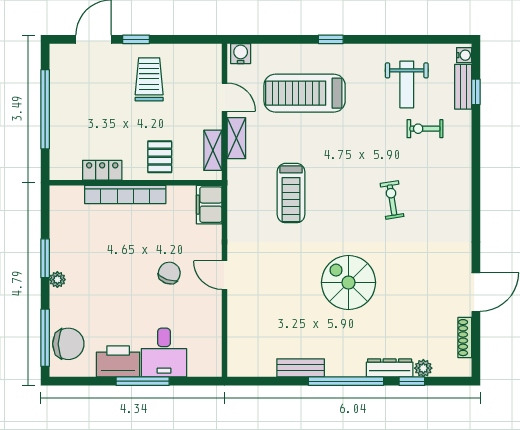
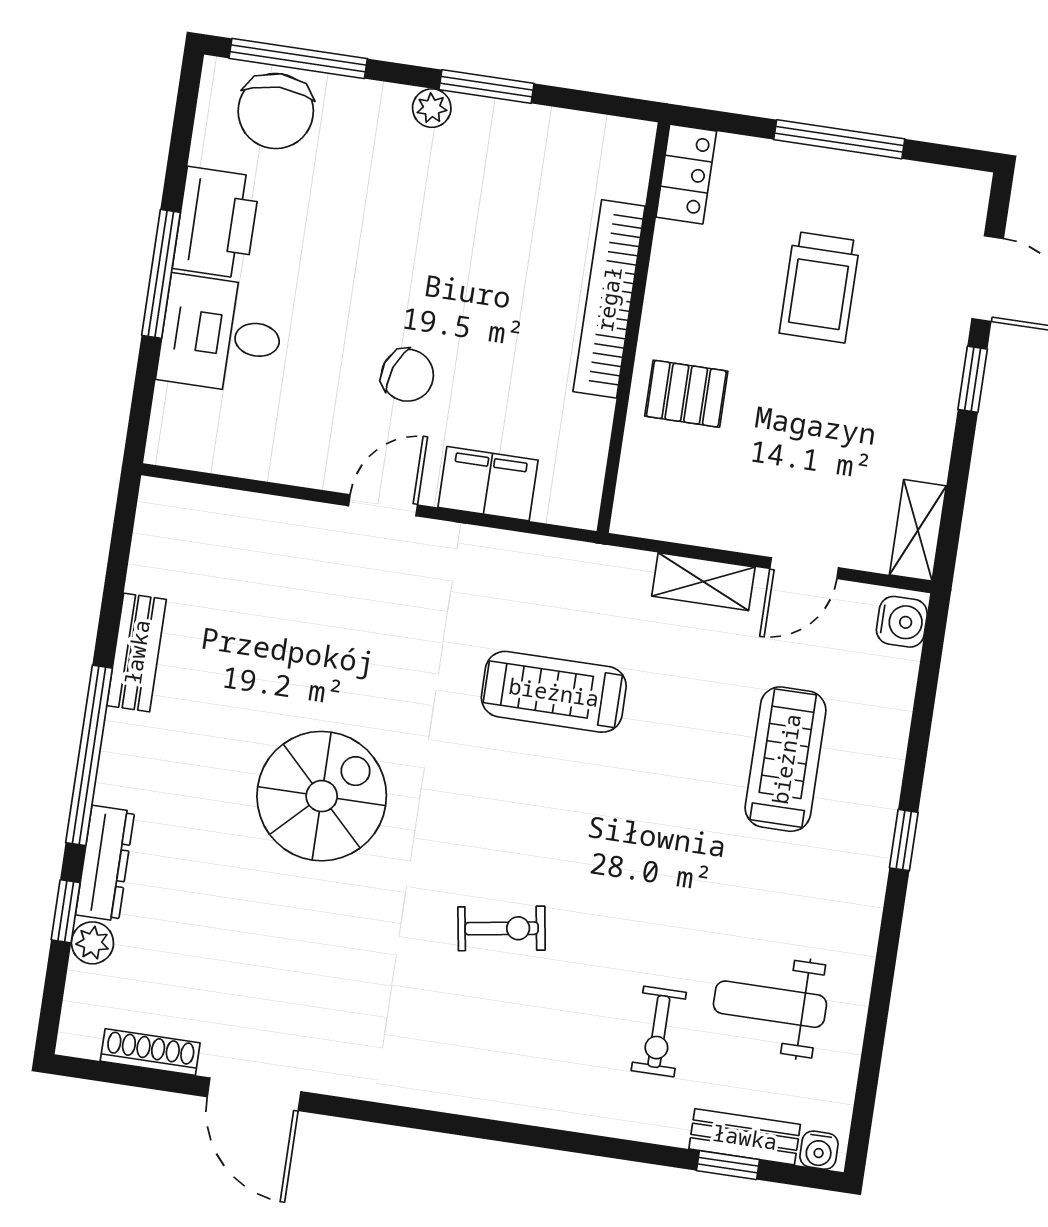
trolley: (149, 79) -> (820, 287), moved, turned 90
treadmill: (305, 93) -> (786, 759), width x0.73, depth x0.73
window: (45, 109) -> (839, 139), width x0.68
exercise bike: (425, 129) -> (659, 1031), turned 180
shelving: (213, 150) -> (918, 530), moved, turned 90
locker: (102, 170) -> (686, 174), moved
filing cabinet: (209, 205) -> (488, 484), moved

